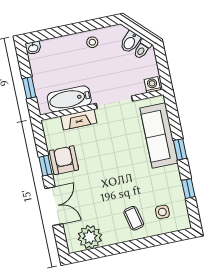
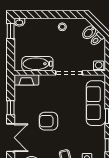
window: (29, 88) -> (11, 31), moved
fireplace: (79, 119) -> (26, 80), moved
armchair: (64, 160) -> (48, 121), moved, turned -90

